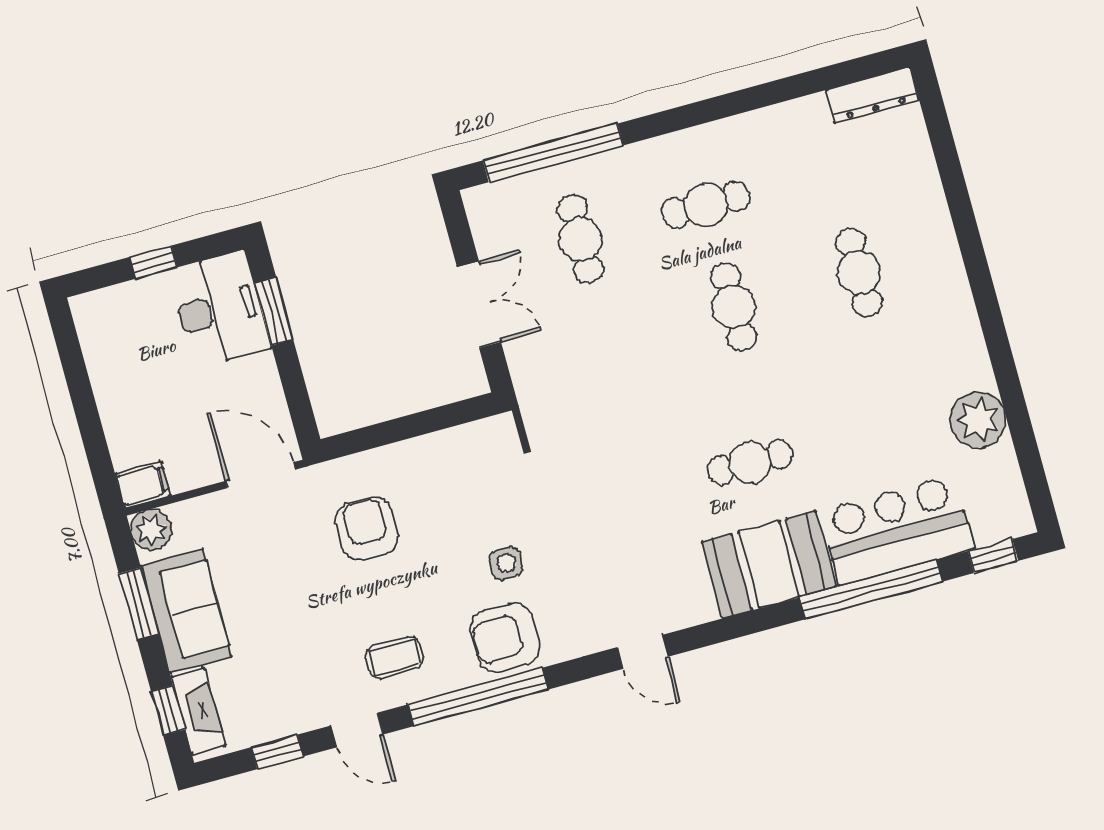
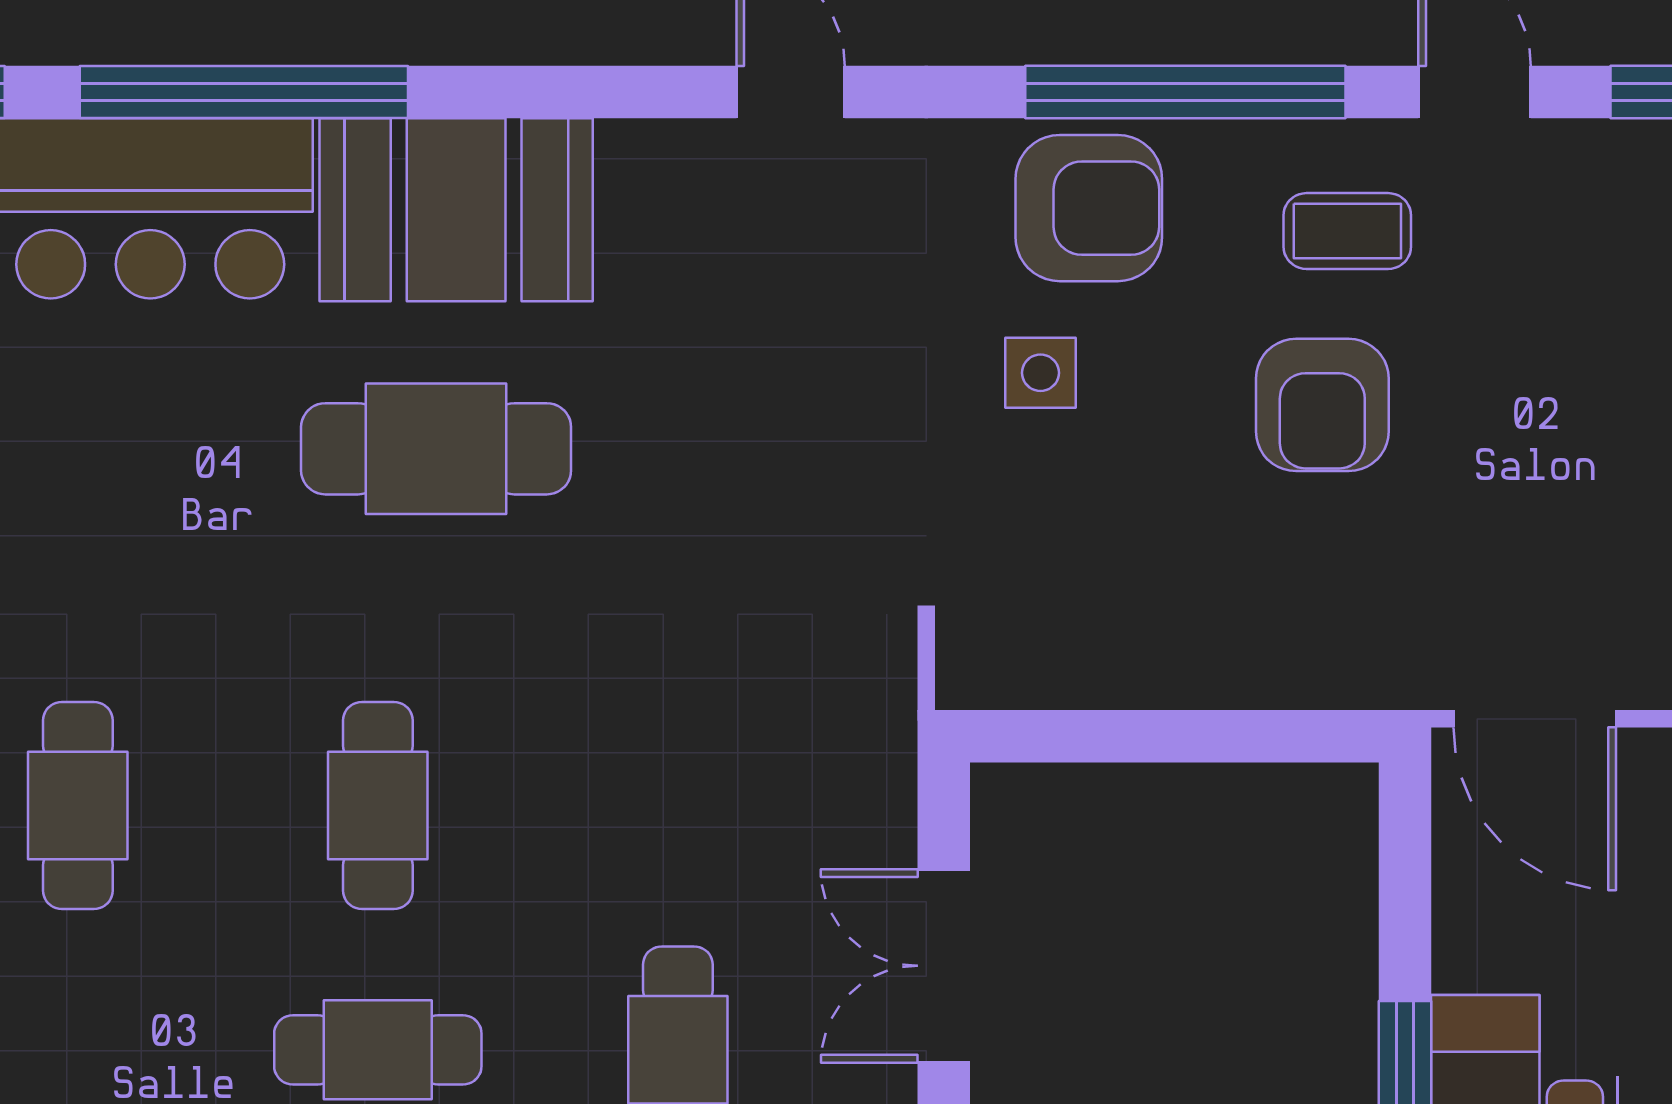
cafe table: (750, 462) -> (436, 449), width x1.37, depth x1.35
armchair: (367, 529) -> (1322, 405), moved

